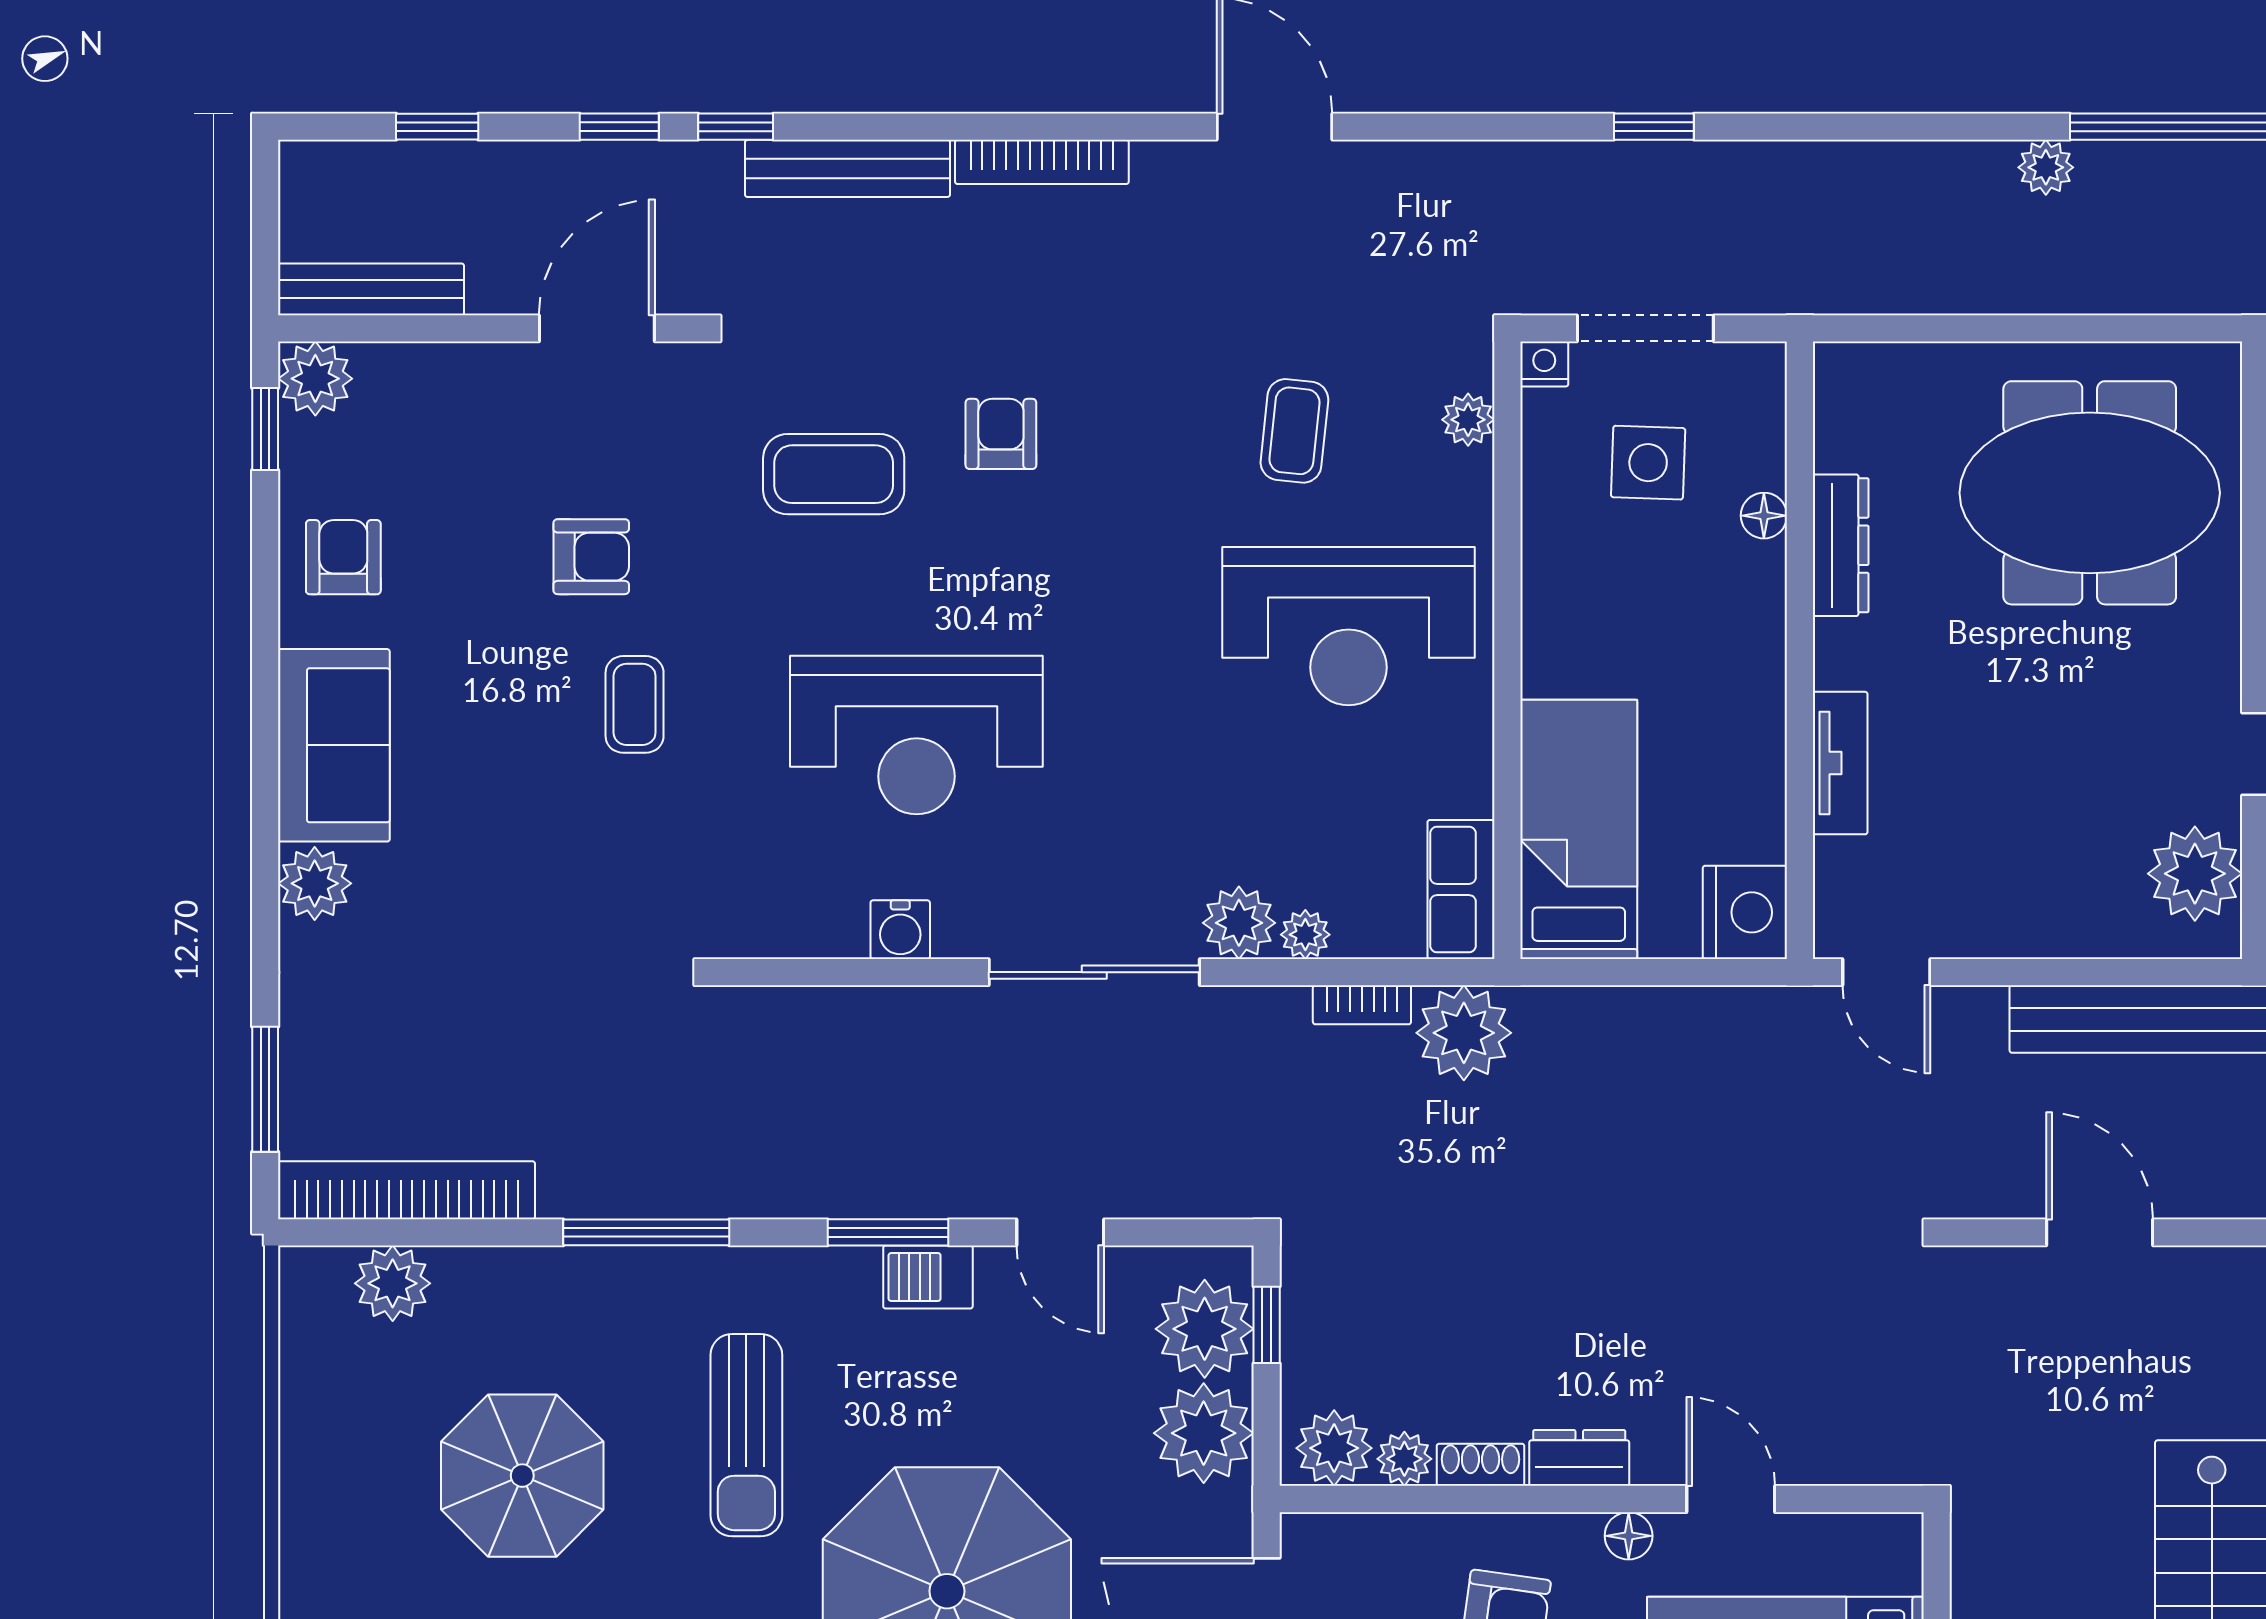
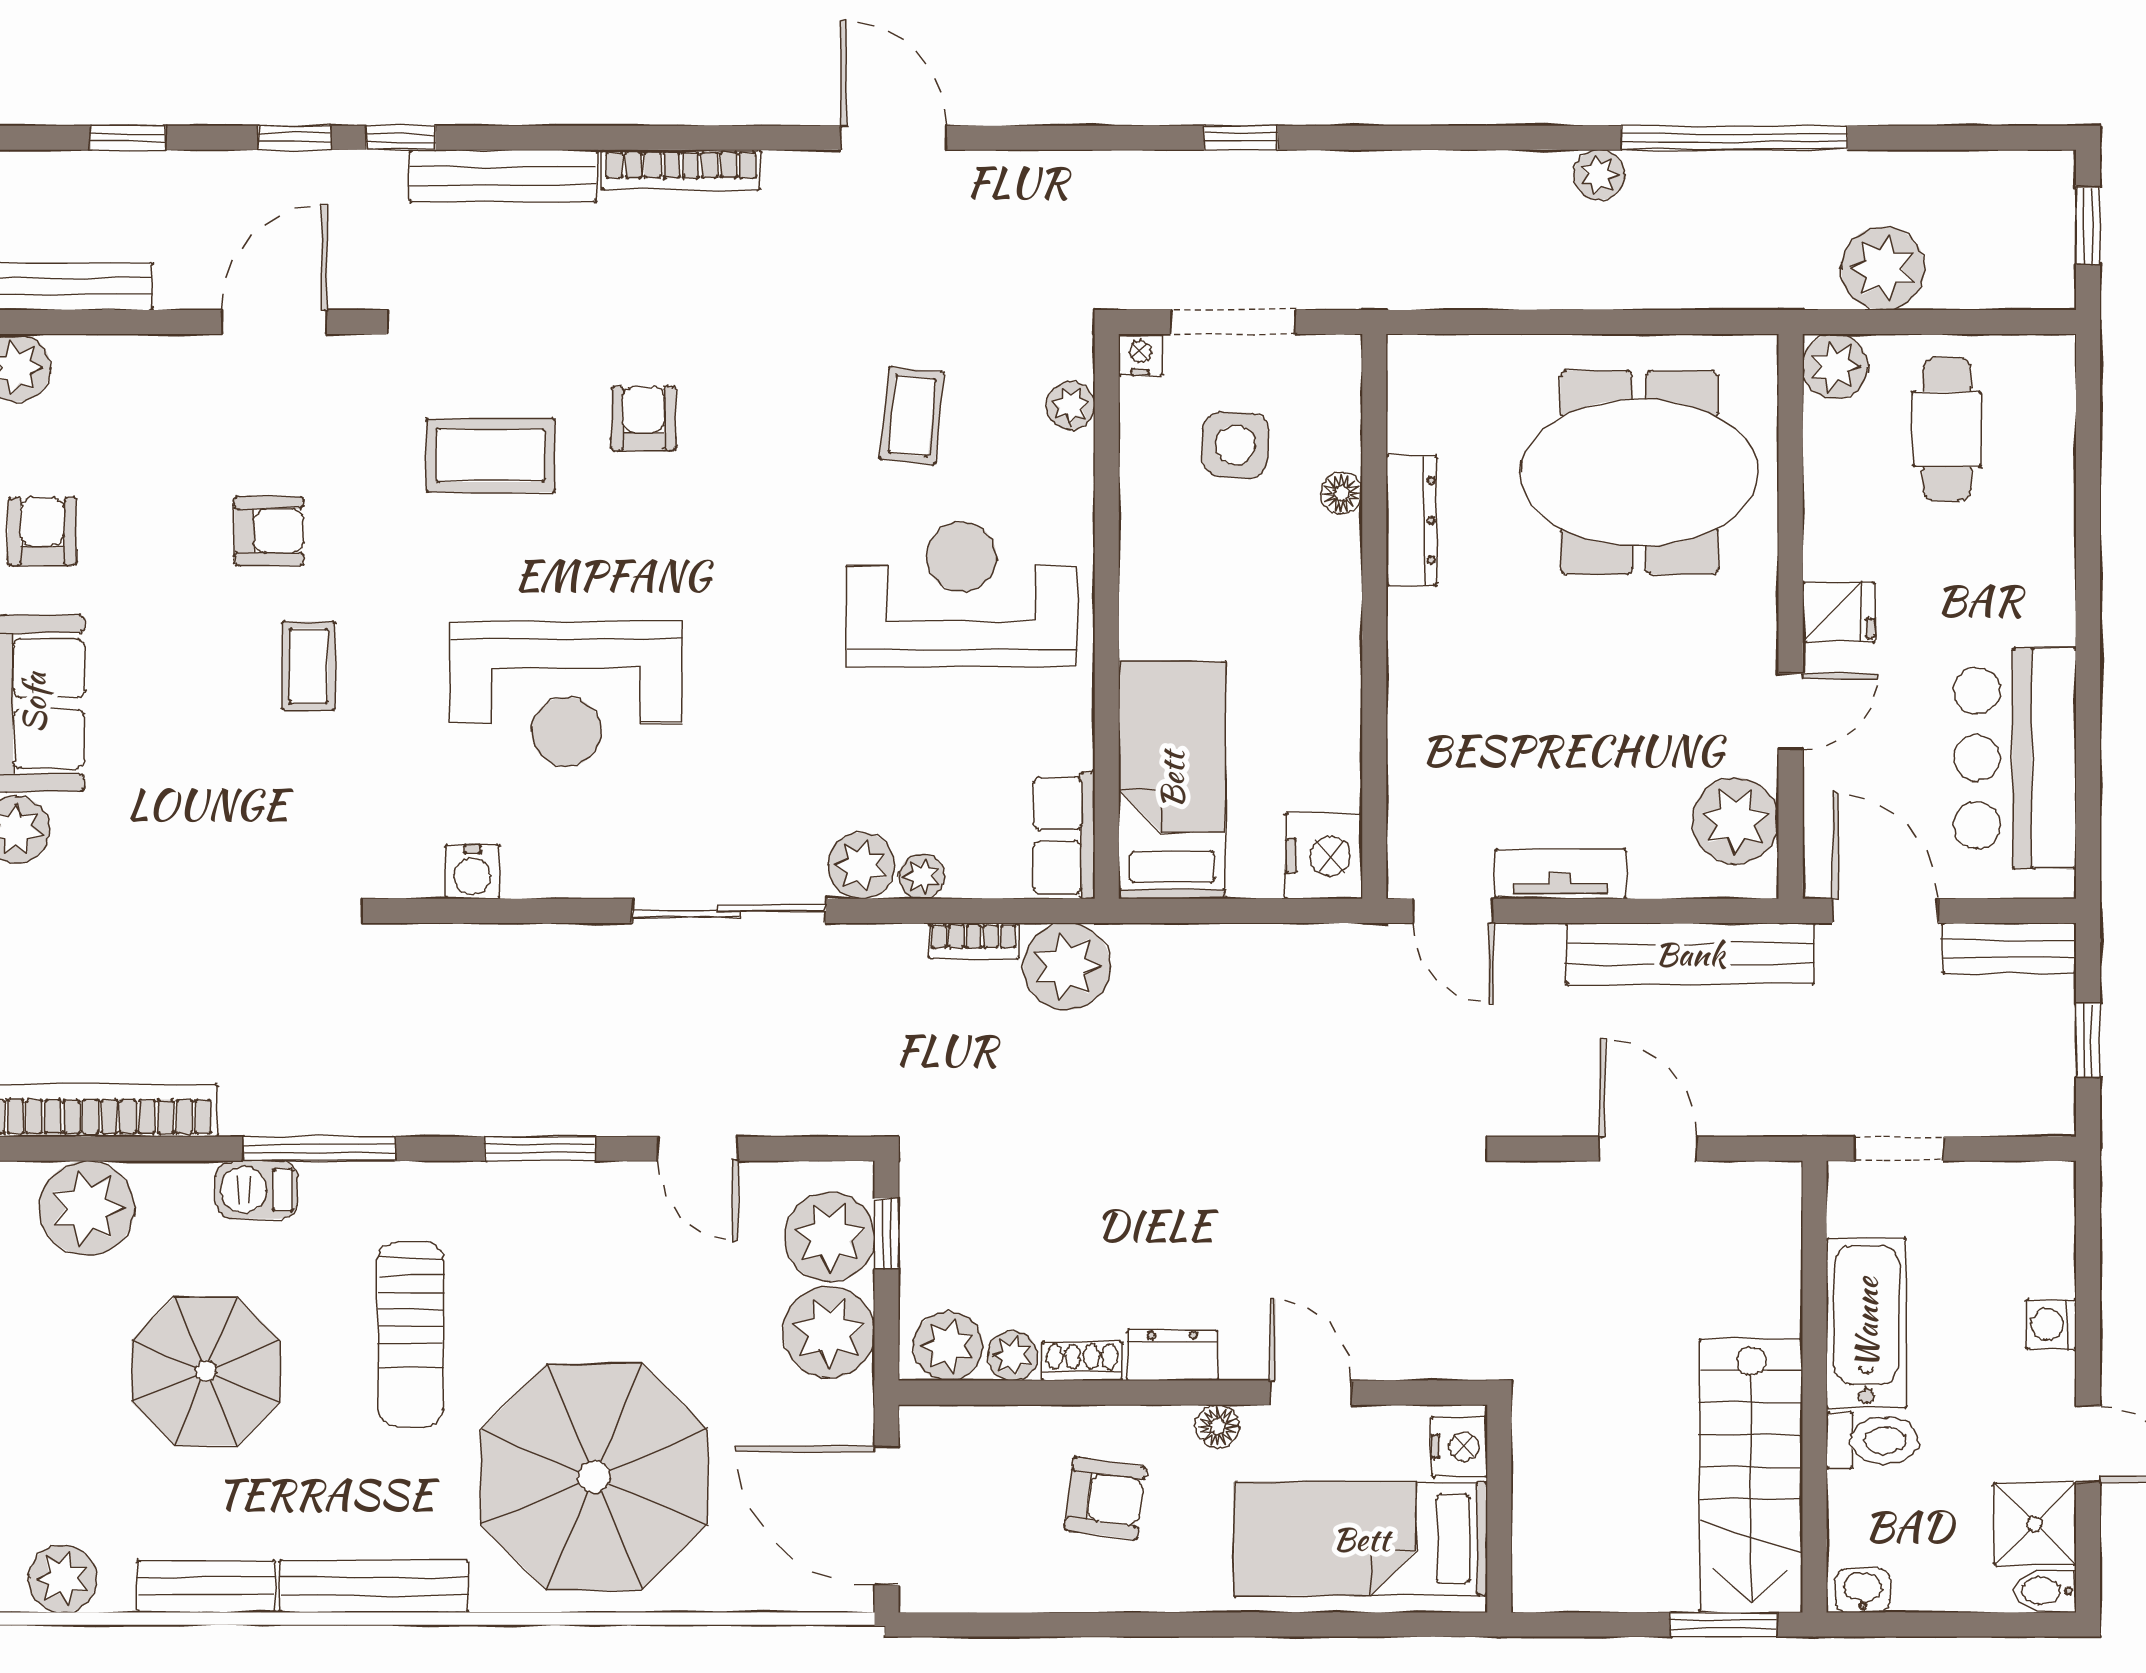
reception desk: (1348, 626) -> (961, 594), turned 180
tv unit: (1840, 763) -> (1560, 874), moved, turned -90
water cooler: (900, 930) -> (472, 872), moved
barbecue: (928, 1277) -> (257, 1190), moved
plant: (393, 1283) -> (87, 1208), width x1.36, depth x1.36
nightstand: (1893, 1558) -> (1459, 1447), added

